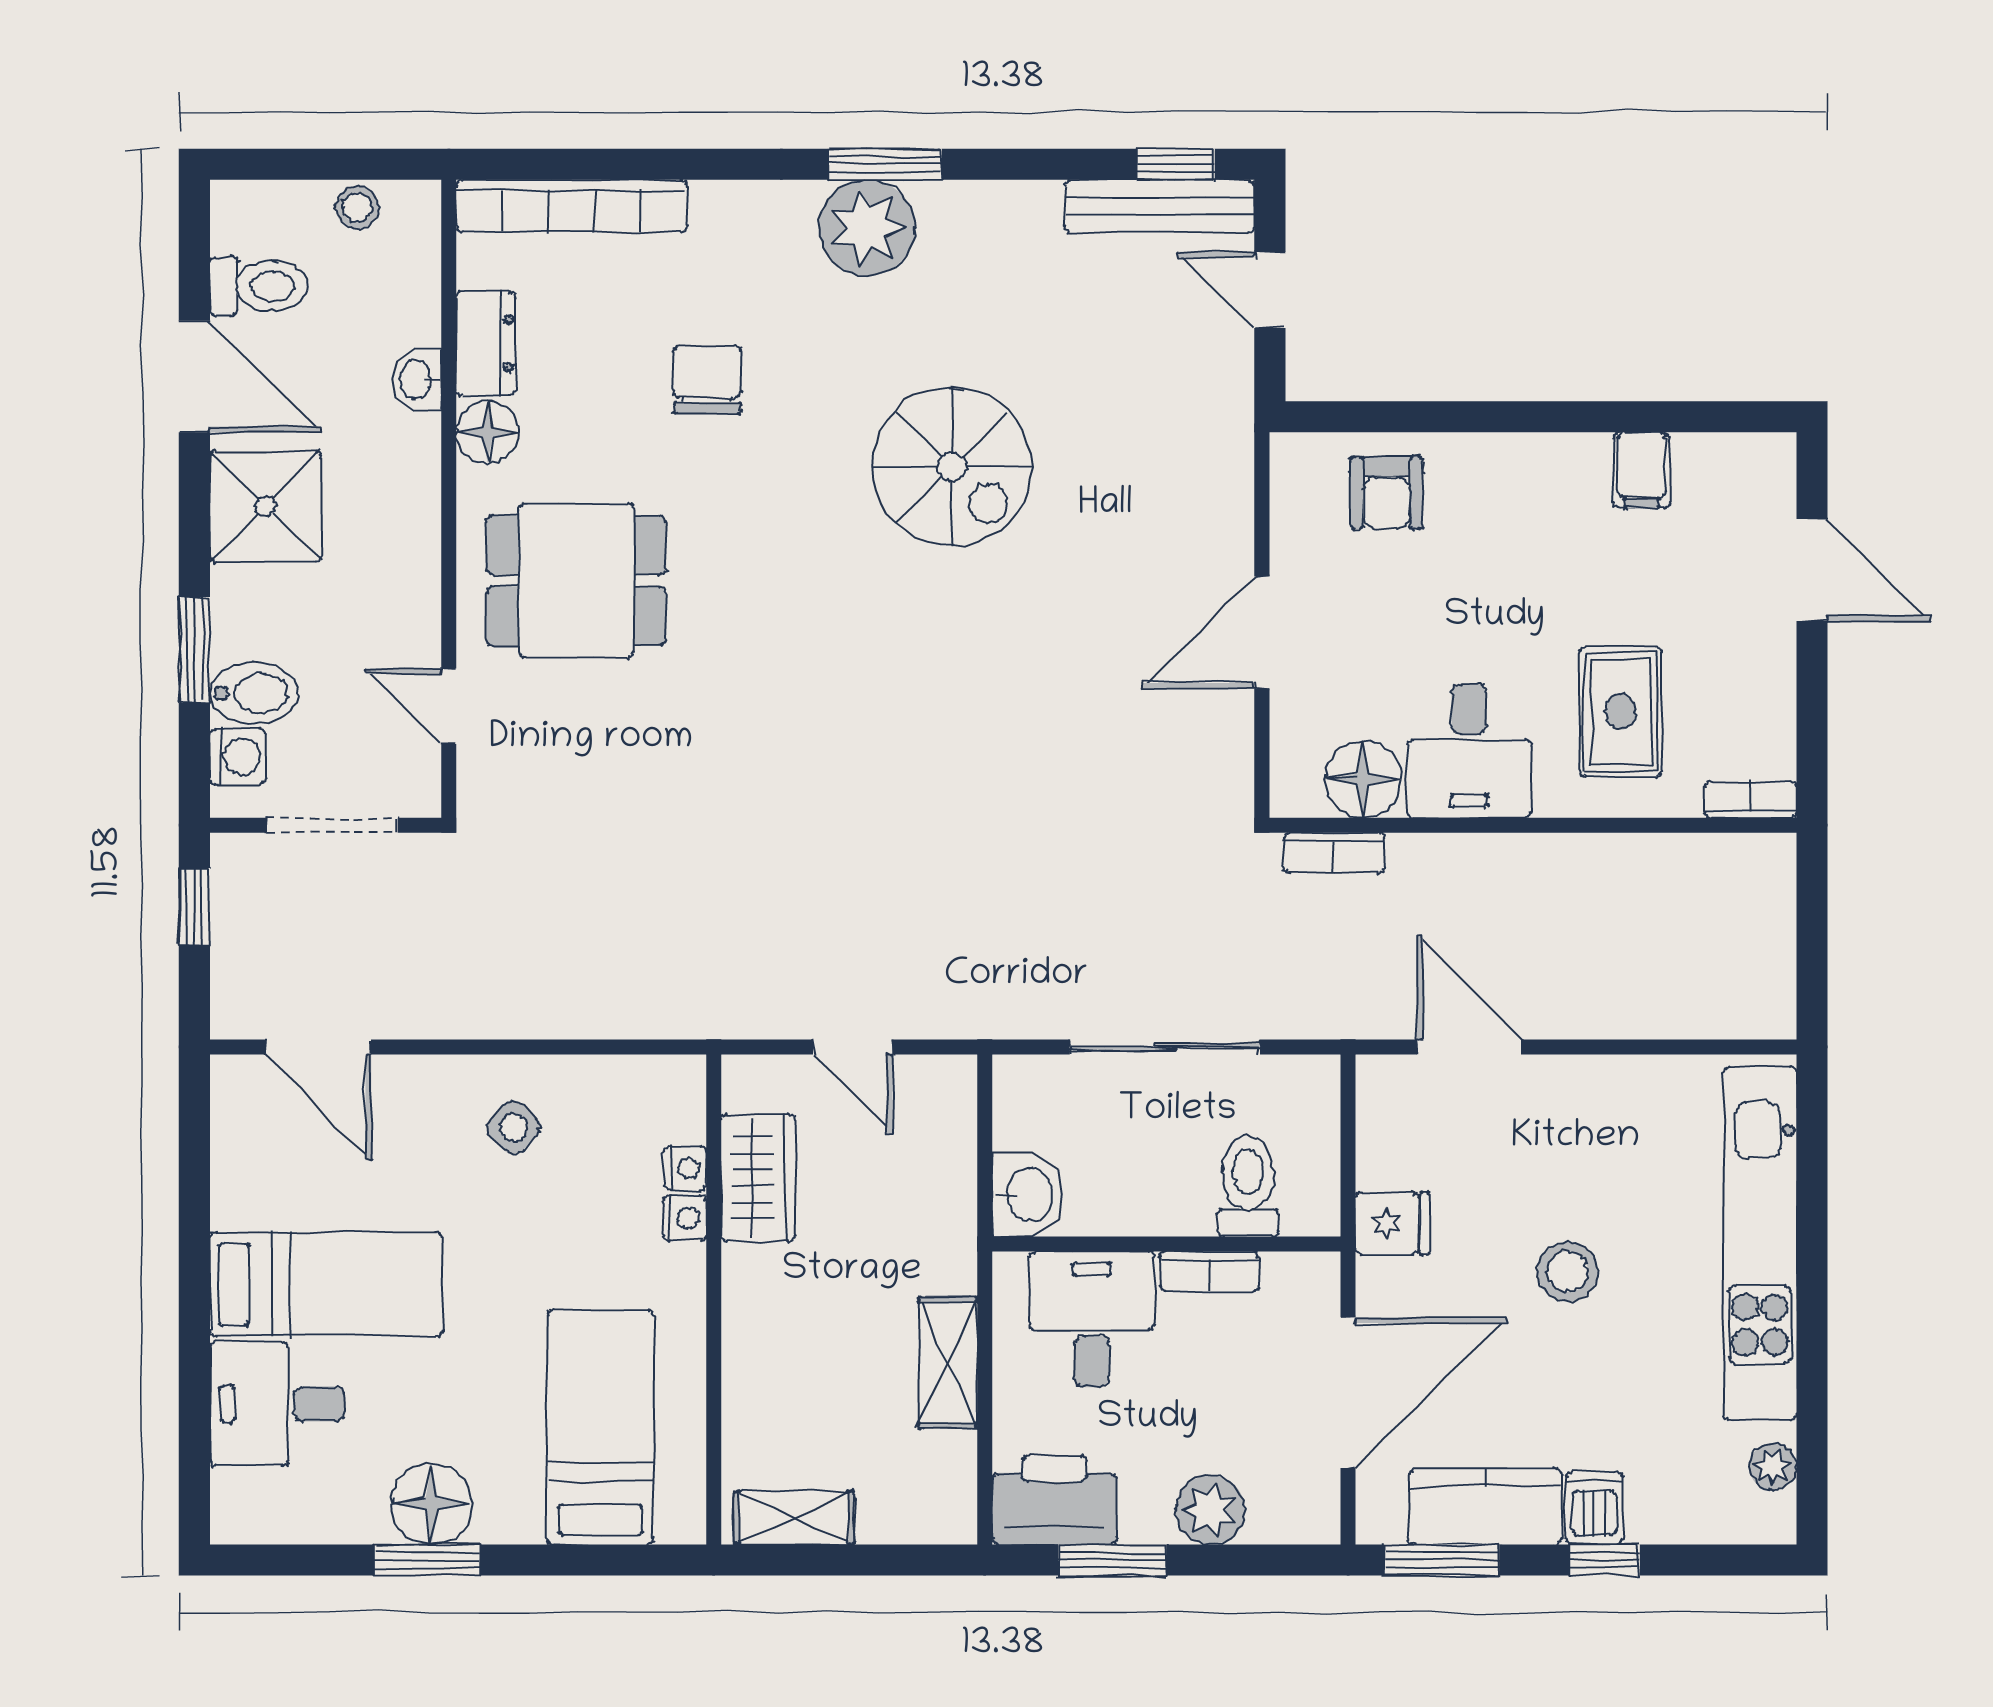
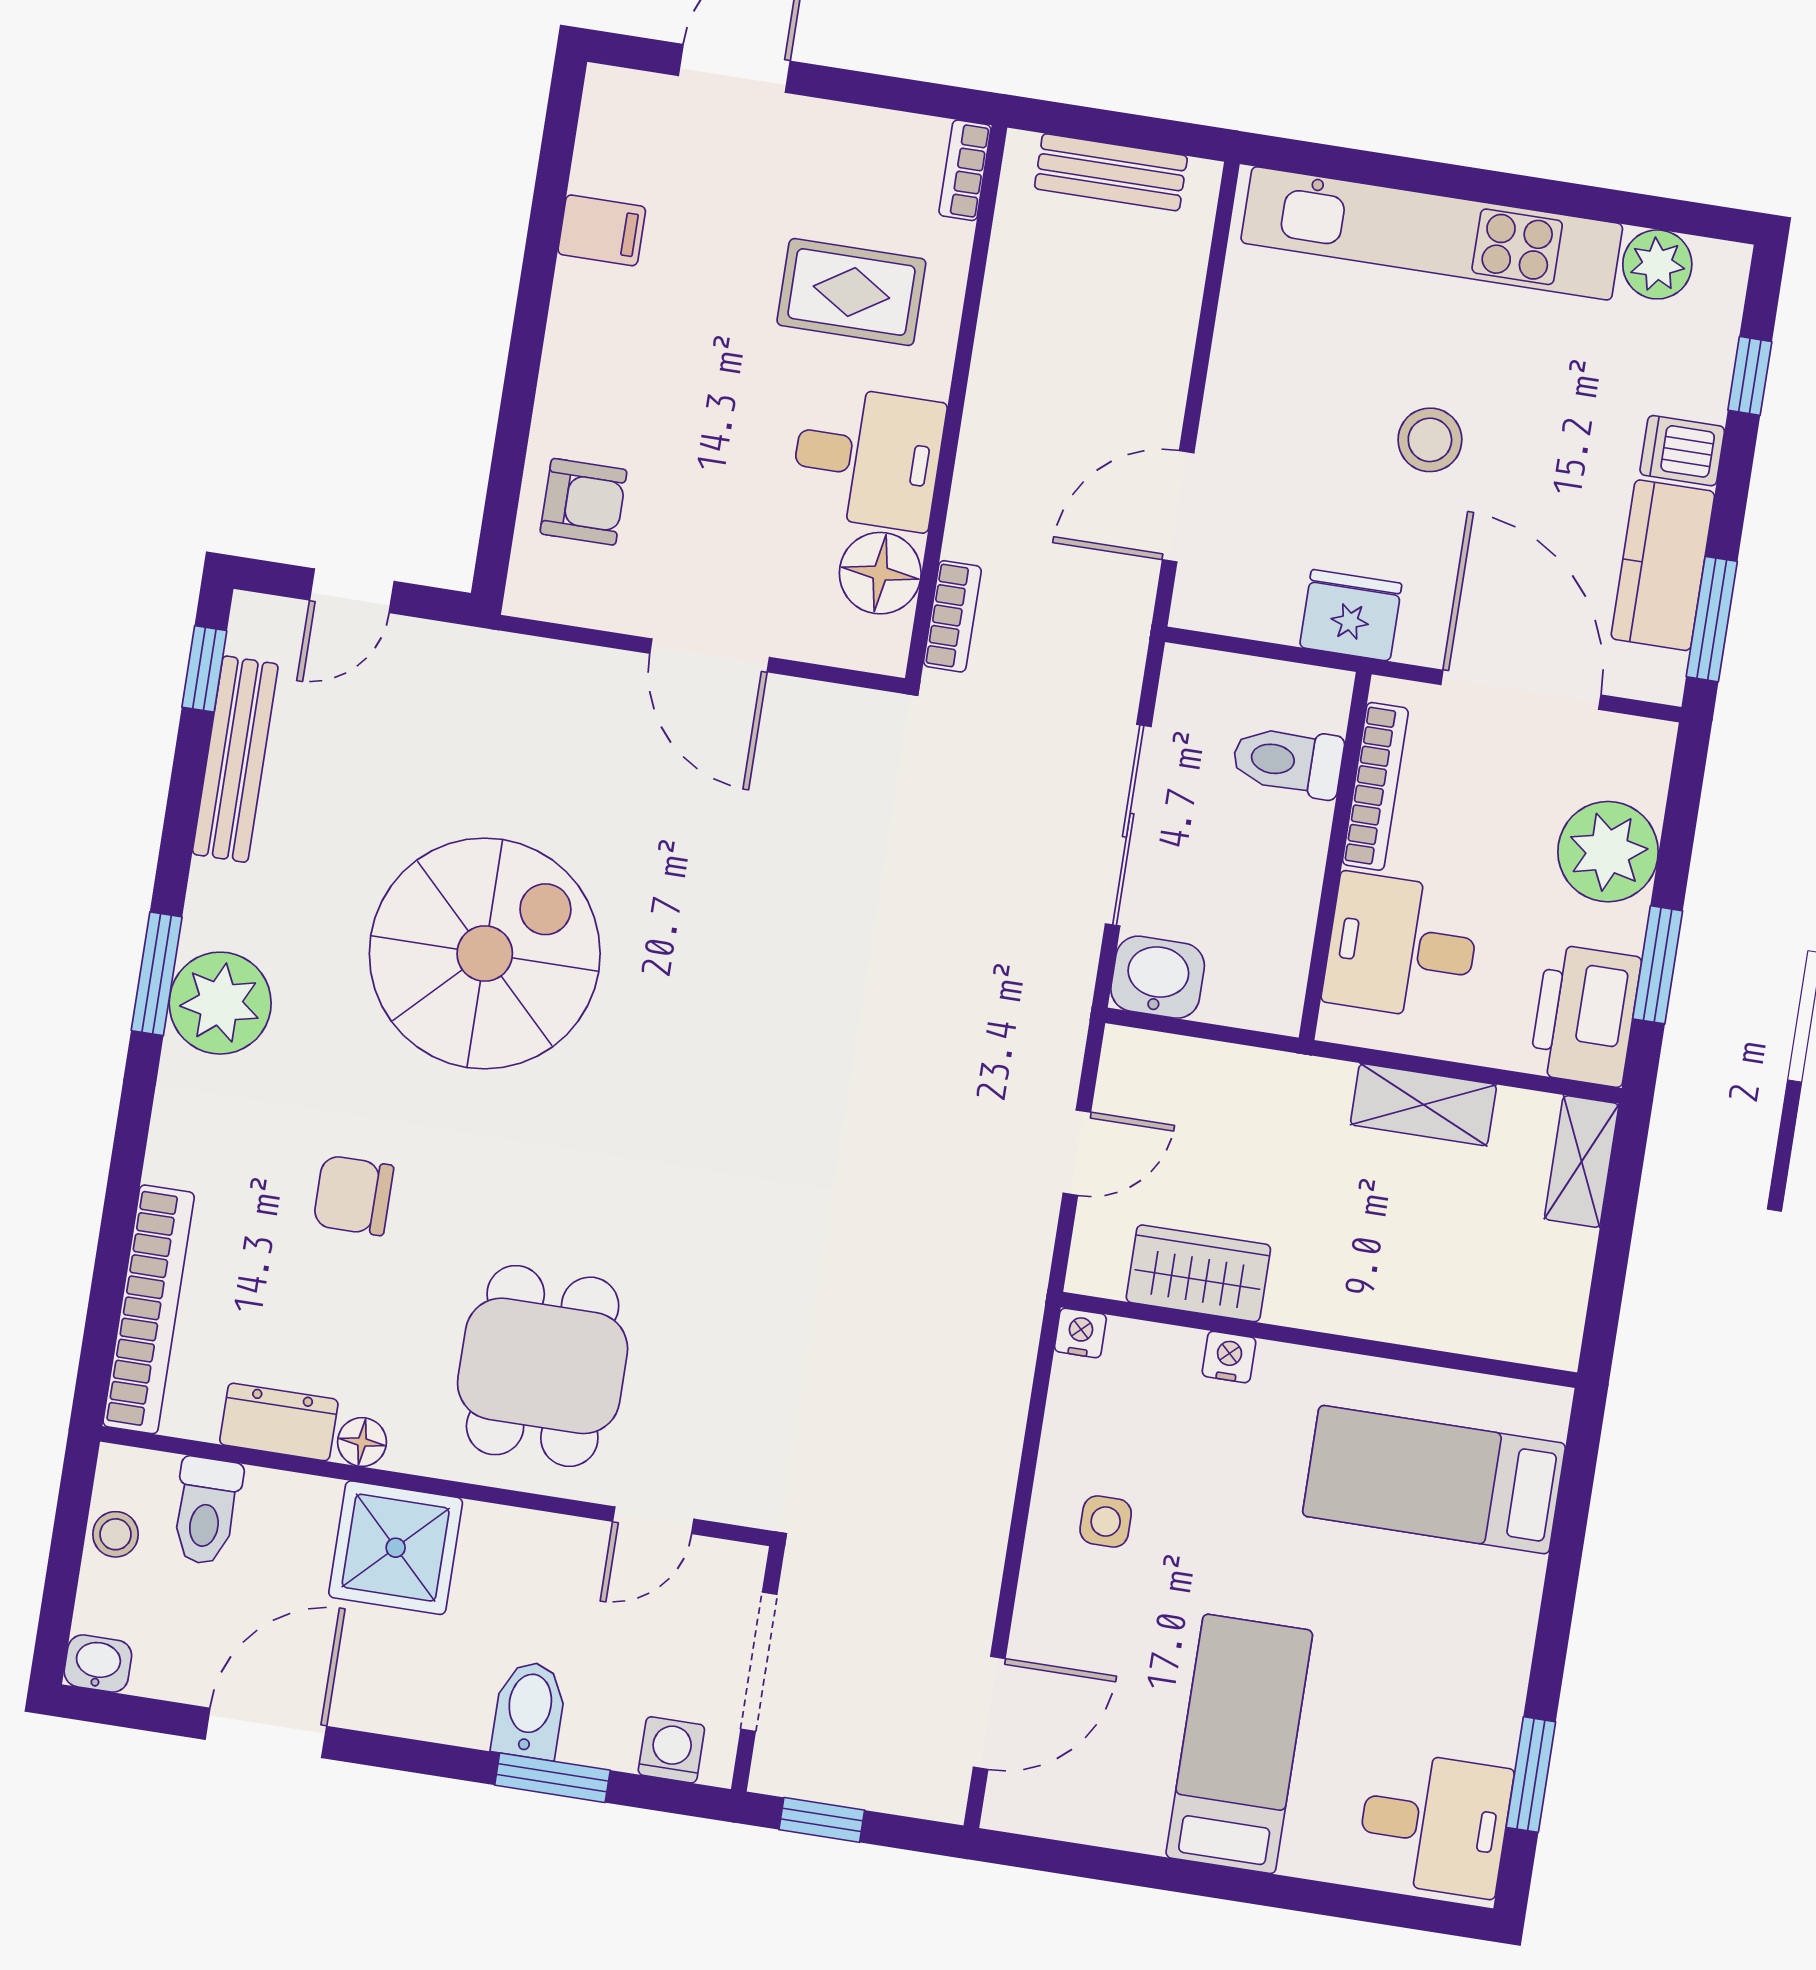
bench: (1160, 206) -> (235, 759), moved
toilet: (259, 286) -> (206, 1511), moved, turned 180
washbasin: (417, 379) -> (98, 1664), moved, turned 180
floor lamp: (488, 432) -> (362, 1442), width x0.73, depth x0.73
spiral stairs: (952, 467) -> (485, 953), width x1.37, depth x1.37
shower: (265, 506) -> (396, 1548), moved
bidet: (254, 693) -> (529, 1710), moved
bench: (1770, 936) -> (1111, 172), added
side table: (514, 1127) -> (1106, 1521), turned 45
nightstand: (685, 1168) -> (1080, 1333), moved
washbasin: (1028, 1195) -> (1158, 977), moved
fridge: (1393, 1223) -> (1351, 615), width x1.38
bookcase: (1209, 1271) -> (1375, 786), width x1.56
desk: (277, 1404) -> (1434, 1824), moved, turned -90
plant: (1773, 1467) -> (1657, 264), width x1.38, depth x1.38
floor lamp: (432, 1504) -> (1487, 1669), removed
plant: (1210, 1510) -> (1608, 852), width x1.36, depth x1.36
shelving: (794, 1518) -> (1582, 1161), moved
window: (428, 1560) -> (1531, 1775), moved
window: (1604, 1560) -> (1750, 376), moved

